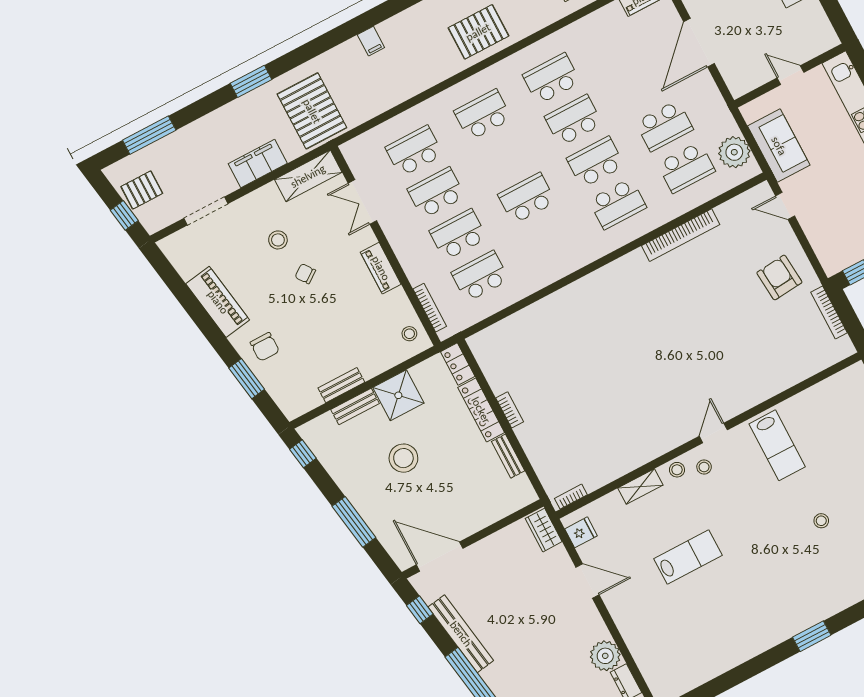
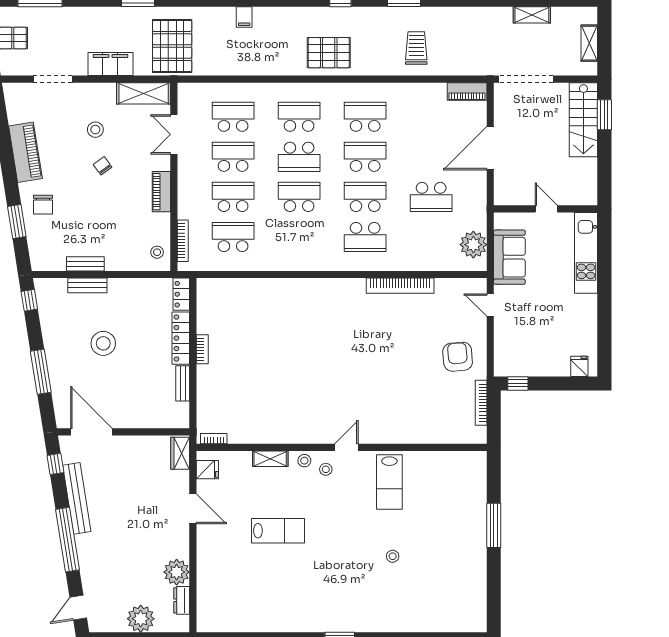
school desk: (686, 168) -> (299, 157), moved
shower: (398, 395) -> (124, 294), removed

